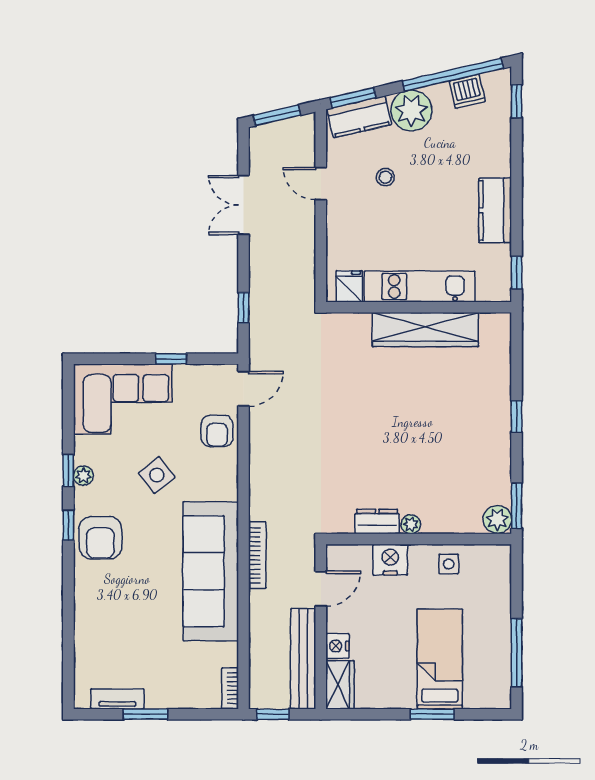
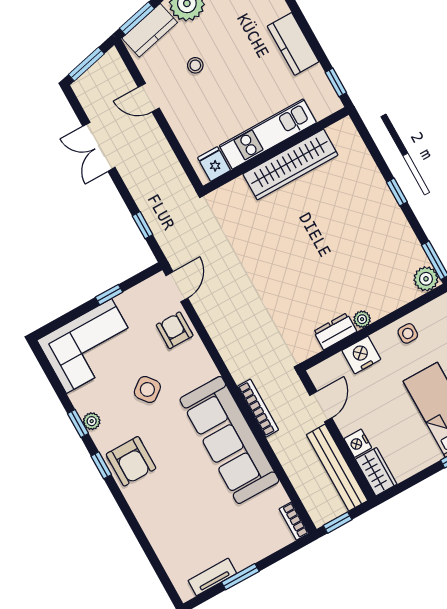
armchair: (217, 431) -> (175, 330), turned 180

